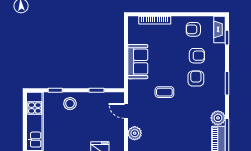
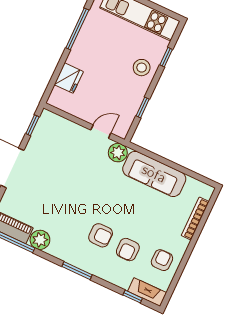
sofa: (138, 62) -> (154, 174), width x1.36
coffee table: (164, 92) -> (102, 189), removed
plant: (135, 133) -> (118, 153), moved

